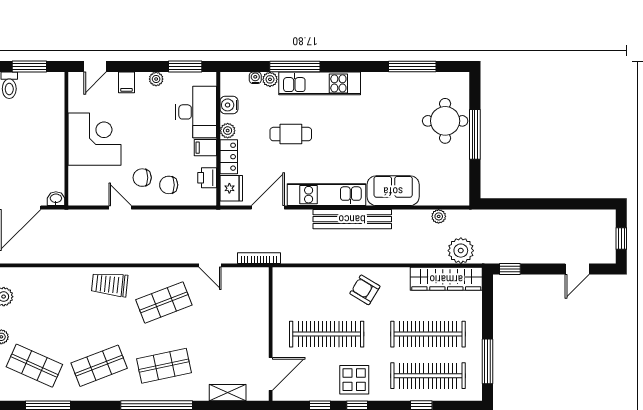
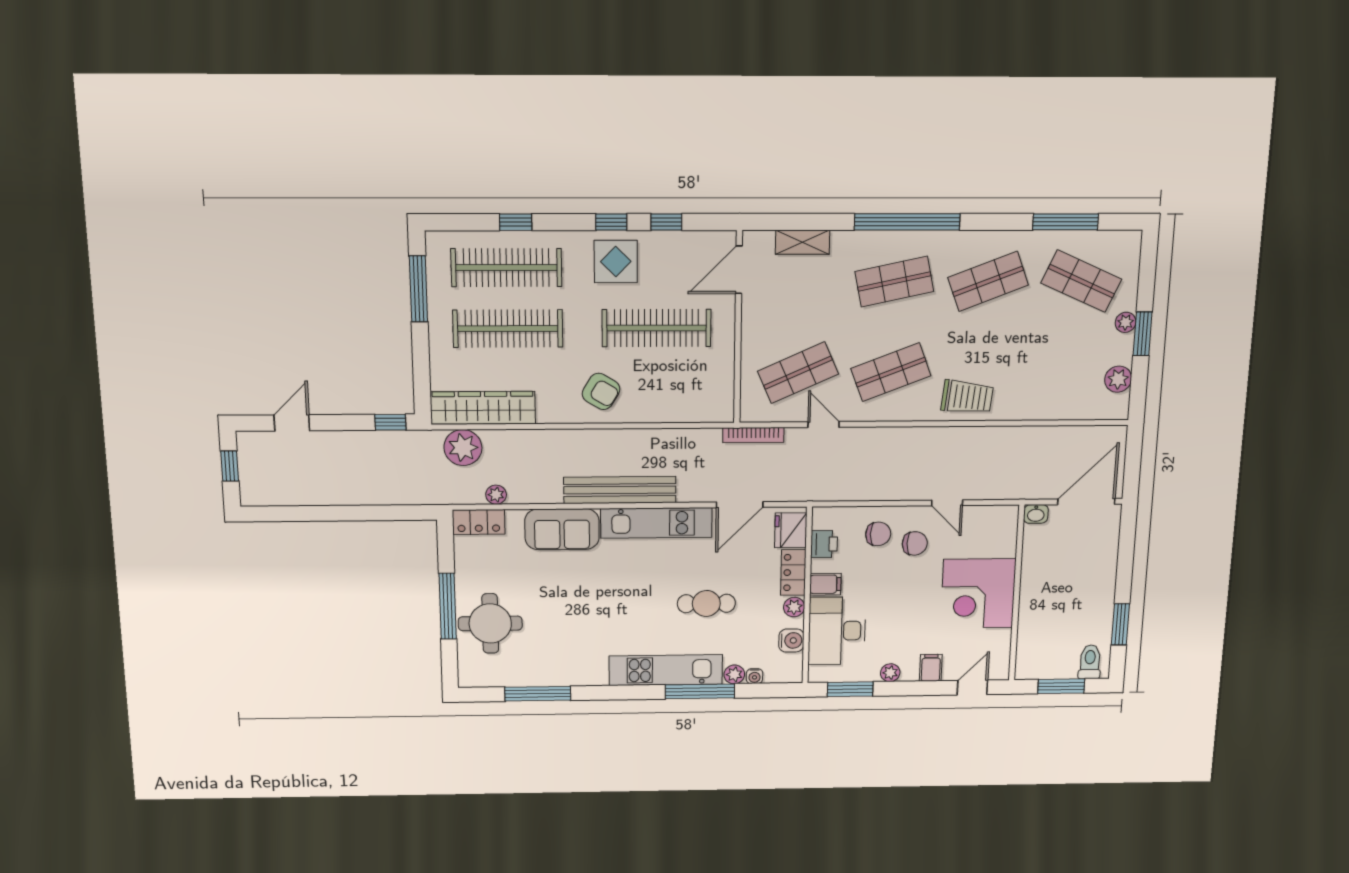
locker: (451, 197) -> (479, 522), added
shop shelf: (229, 302) -> (798, 373), added

